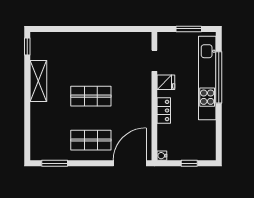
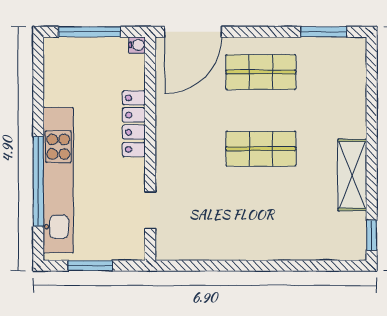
fridge: (166, 82) -> (130, 173), removed
locker: (164, 110) -> (134, 124), width x1.53
window: (189, 163) -> (89, 32), width x2.17

